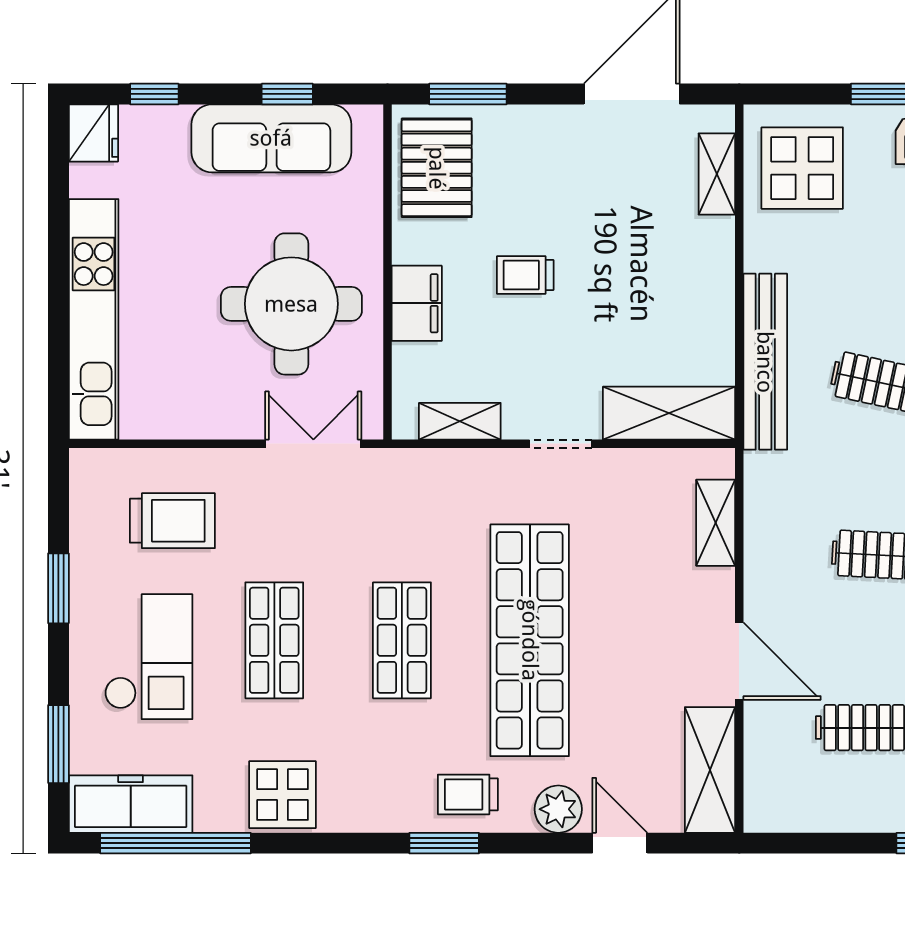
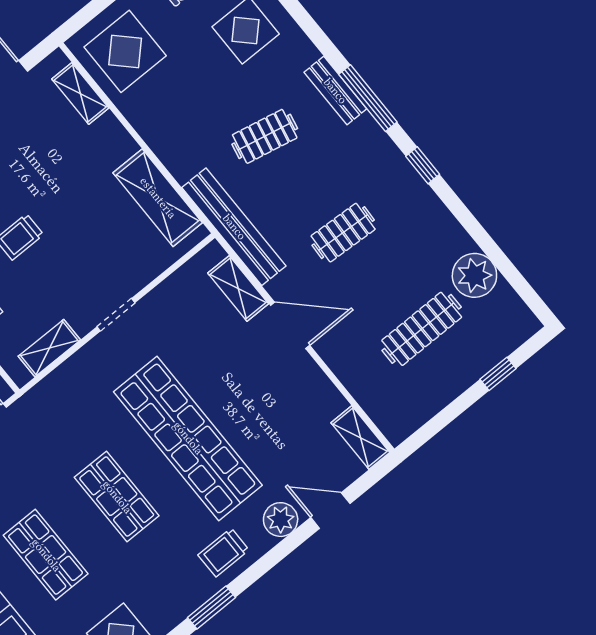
bench: (765, 362) -> (234, 227), moved
shelving: (669, 413) -> (158, 198), moved, turned 90
door: (739, 661) -> (290, 325), moved
shelving: (710, 770) -> (360, 438), width x0.67, depth x0.75
window: (444, 843) -> (211, 607), moved

